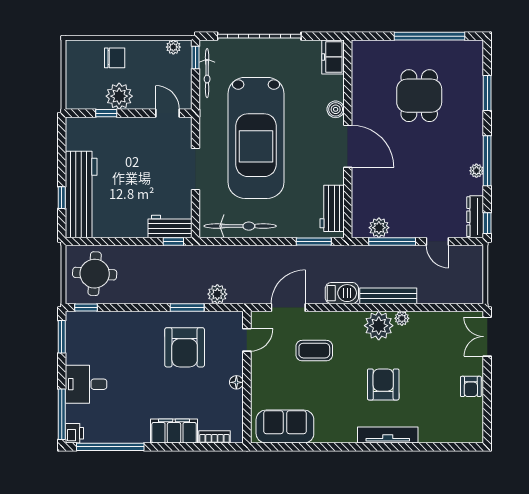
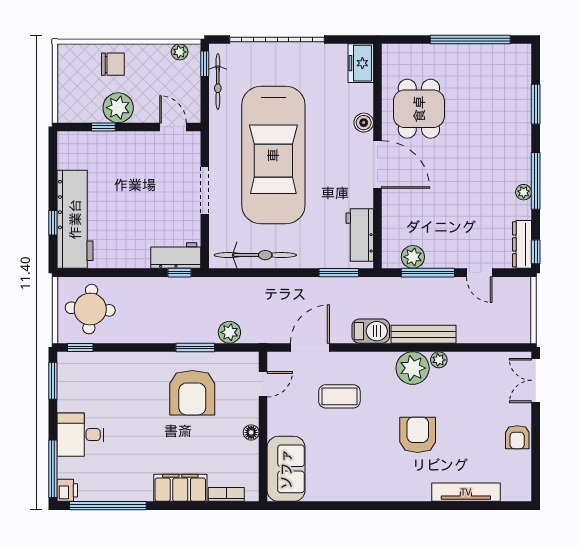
dining table: (419, 96) -> (419, 109), moved
sofa: (285, 427) -> (286, 469), moved, turned 90
tv unit: (388, 435) -> (466, 492), moved

